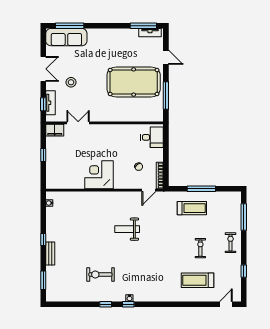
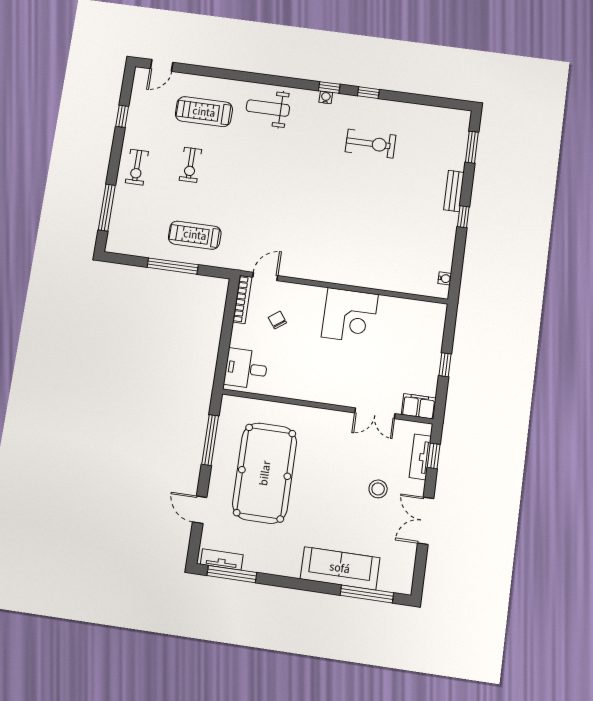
sofa: (66, 37) -> (340, 568), moved
pool table: (134, 82) -> (265, 473), turned 90
weight bench: (127, 229) -> (268, 108), moved, turned 180
treadmill: (197, 280) -> (204, 112), turned 180

